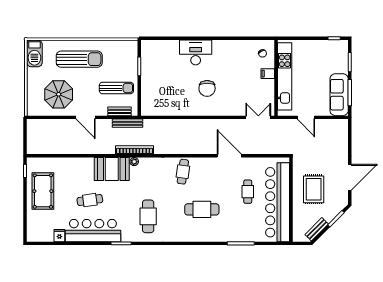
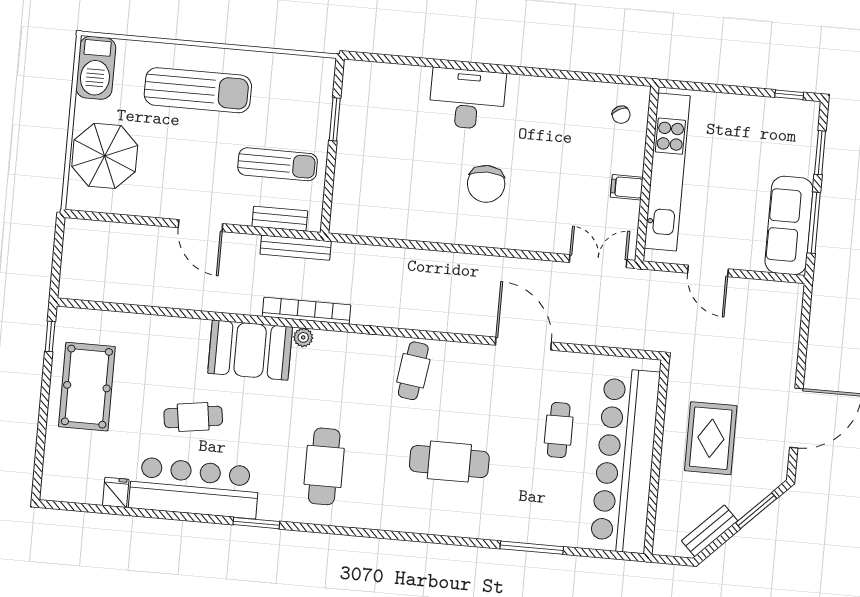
filing cabinet: (268, 74) -> (627, 187), moved
parasol: (59, 94) -> (105, 156), moved

